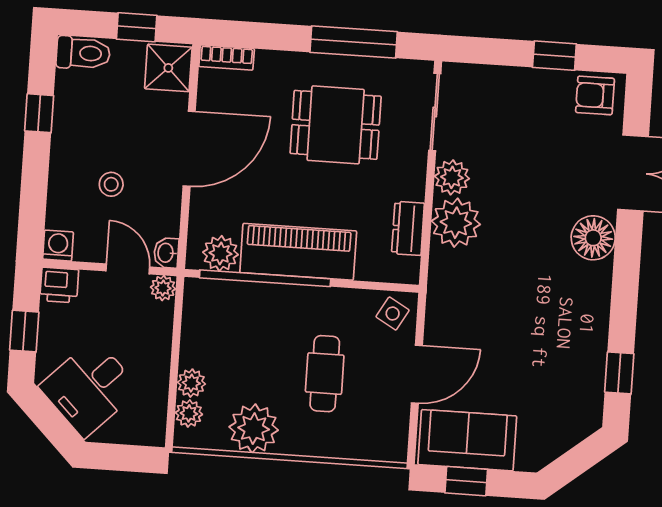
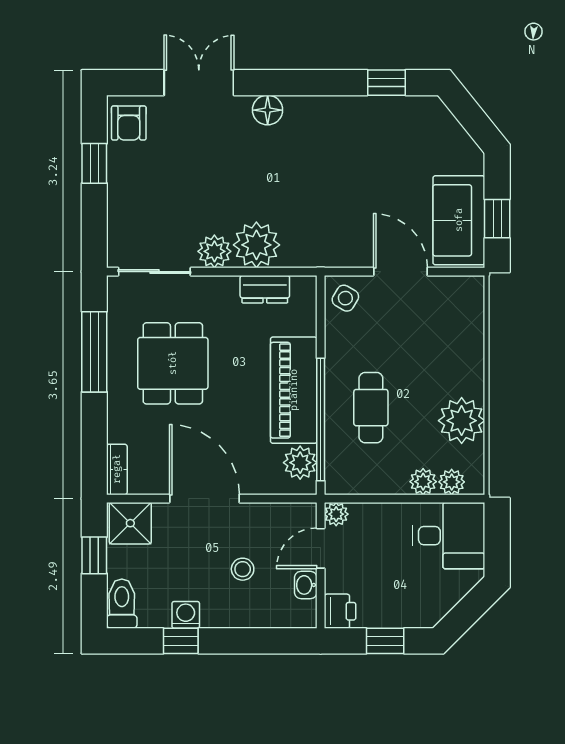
floor lamp: (593, 238) -> (268, 110), width x0.73, depth x0.73
washing machine: (58, 246) -> (186, 615), moved, turned 90
washbasin: (166, 253) -> (306, 585), moved, turned 90
cafe table: (325, 374) -> (371, 408), moved, turned 90
desk: (89, 388) -> (449, 536), moved, turned -45

